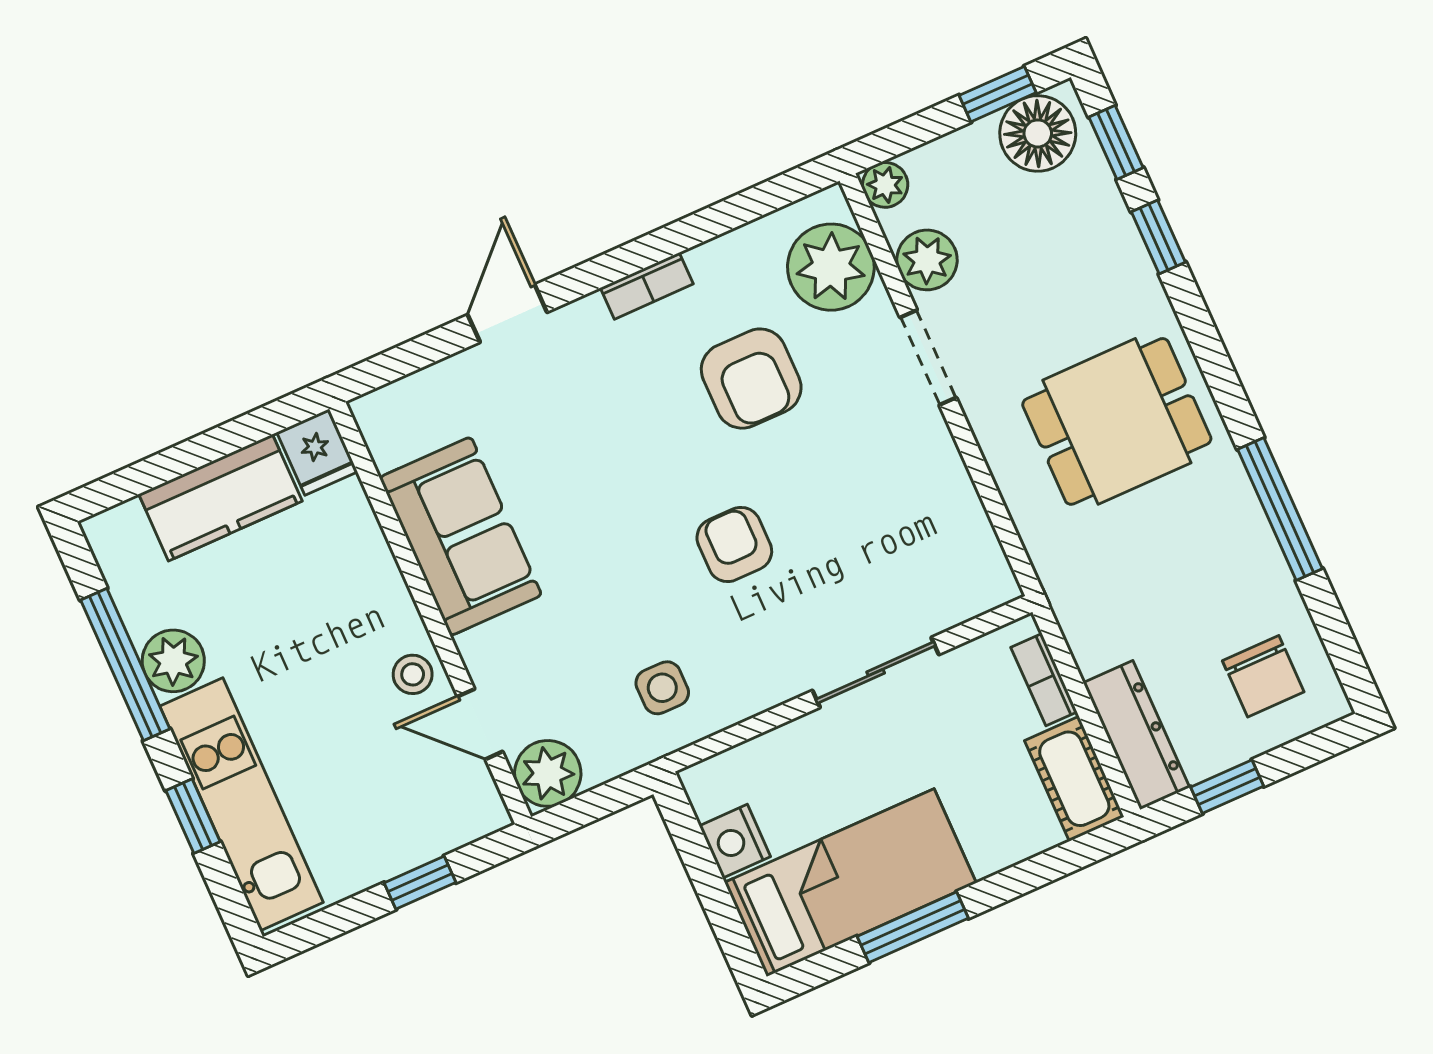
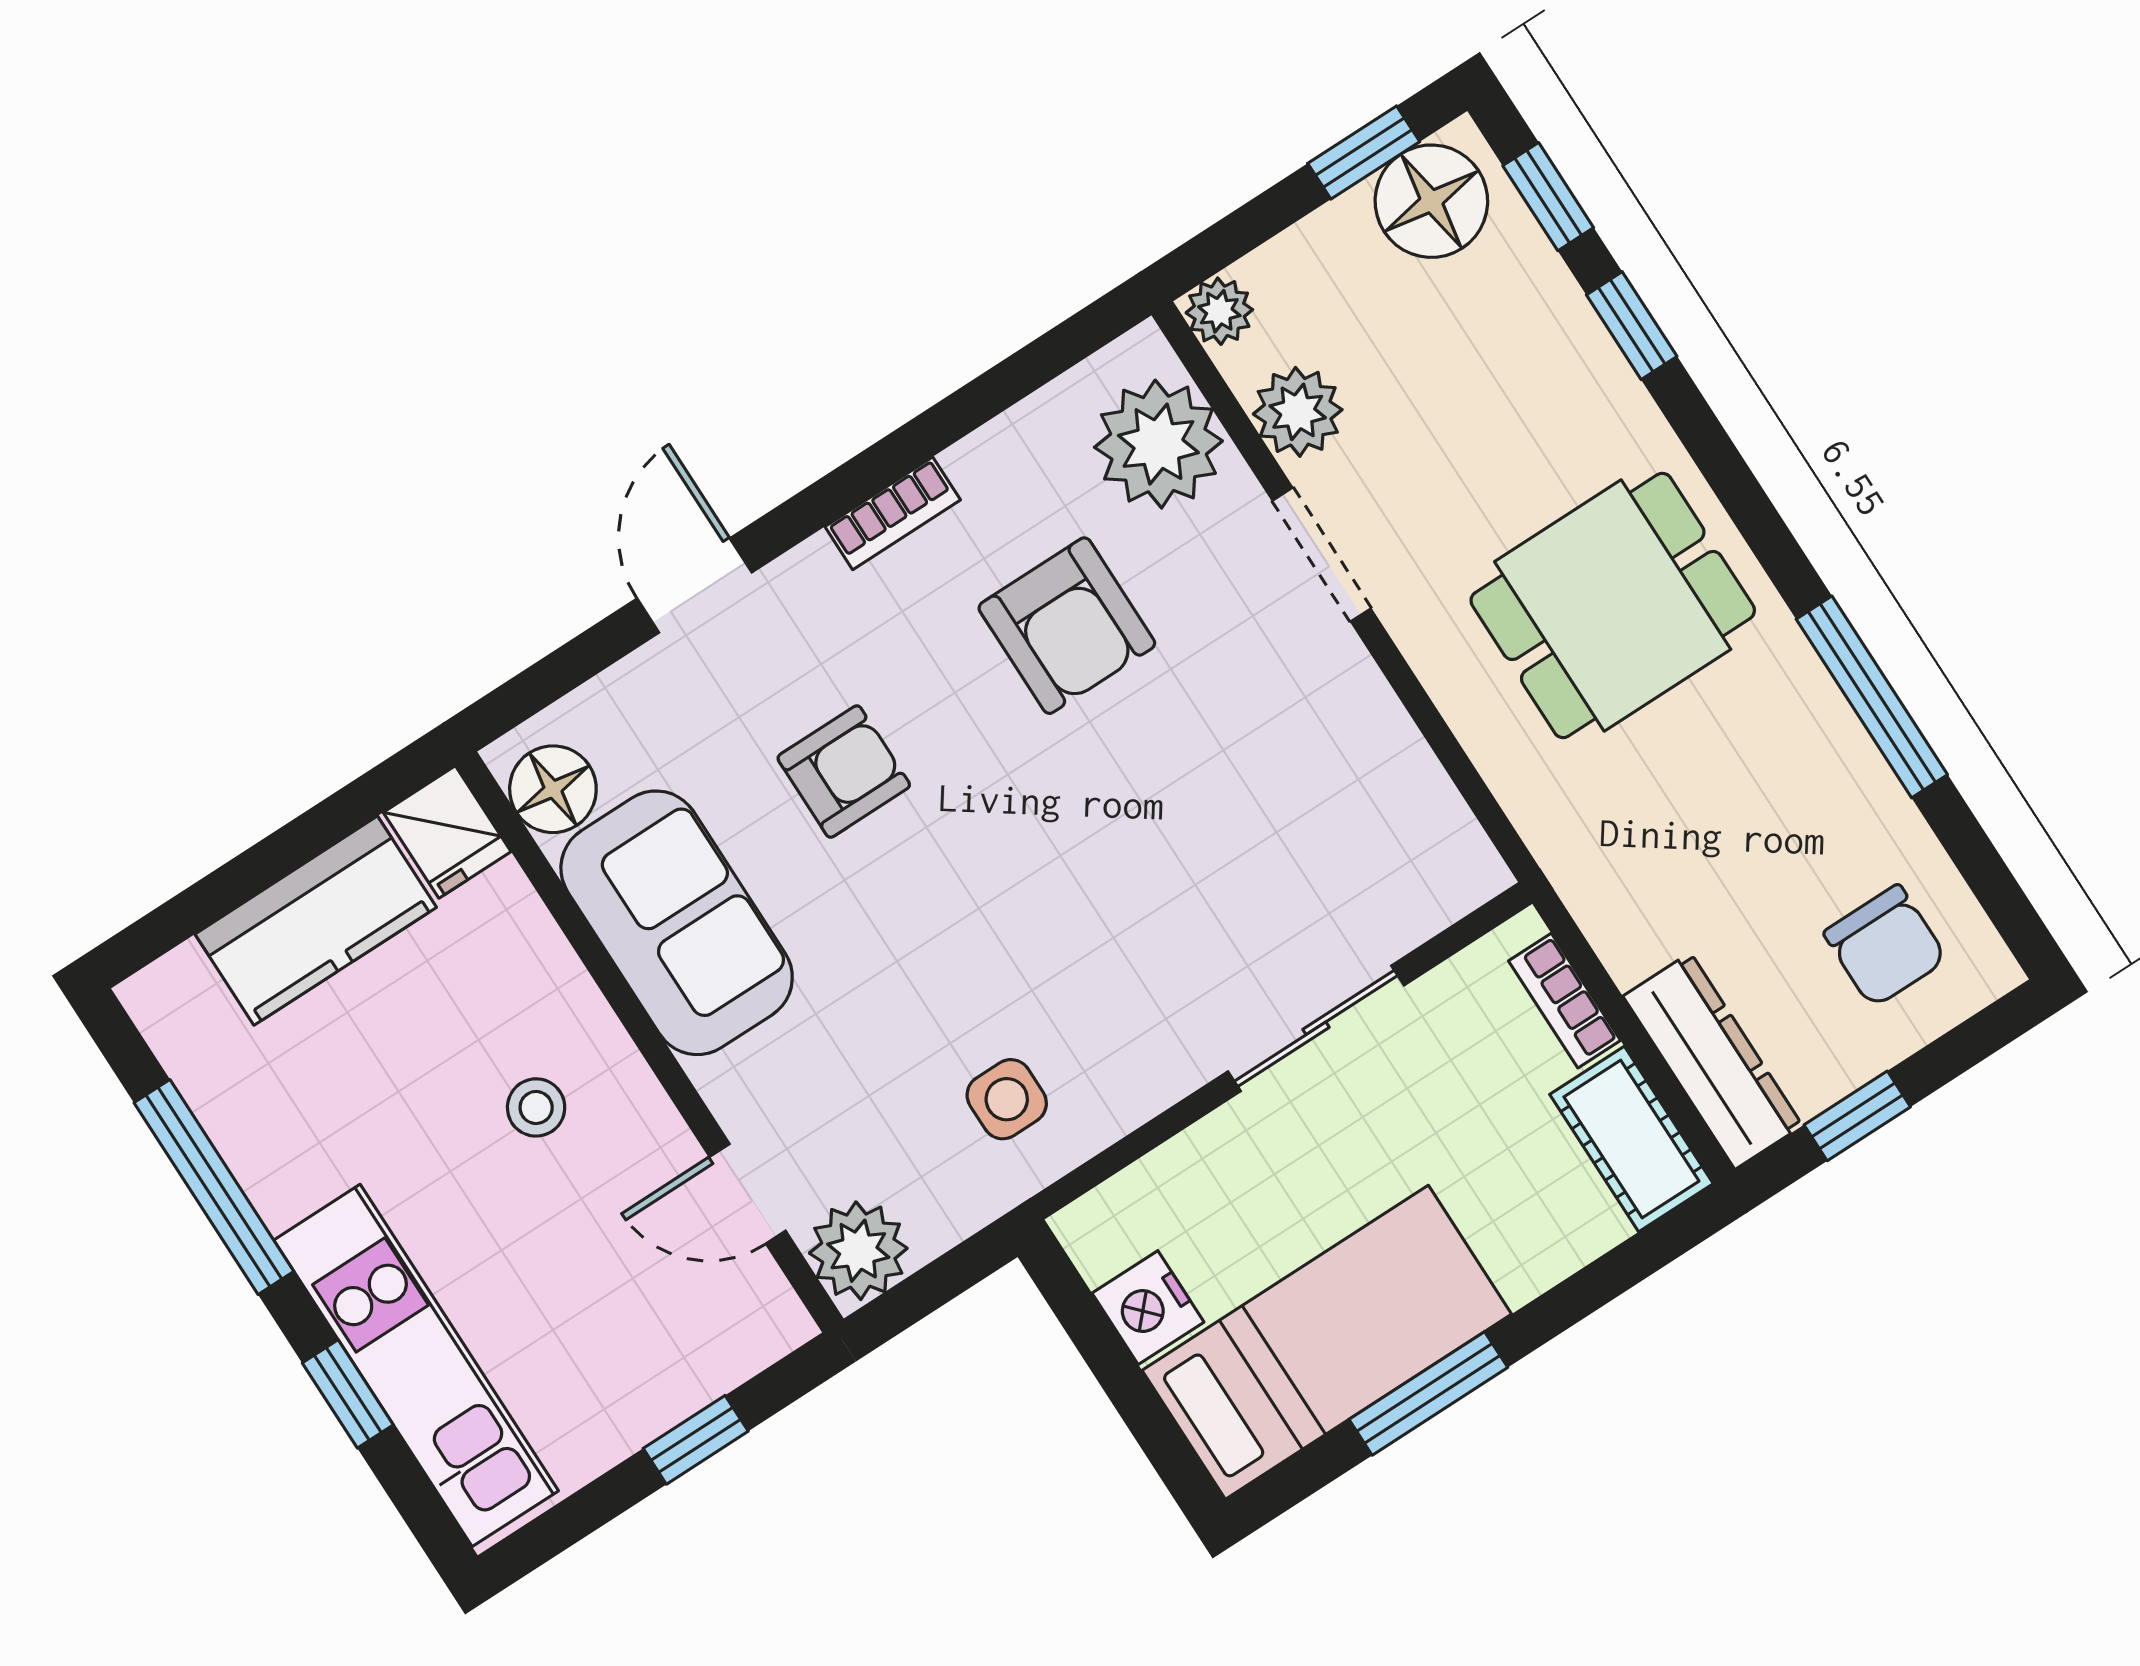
floor lamp: (392, 435) -> (553, 789), added
armchair: (734, 544) -> (844, 772), moved, turned 90
plant: (173, 661) -> (284, 1171), removed
stool: (413, 674) -> (536, 1107), moved

